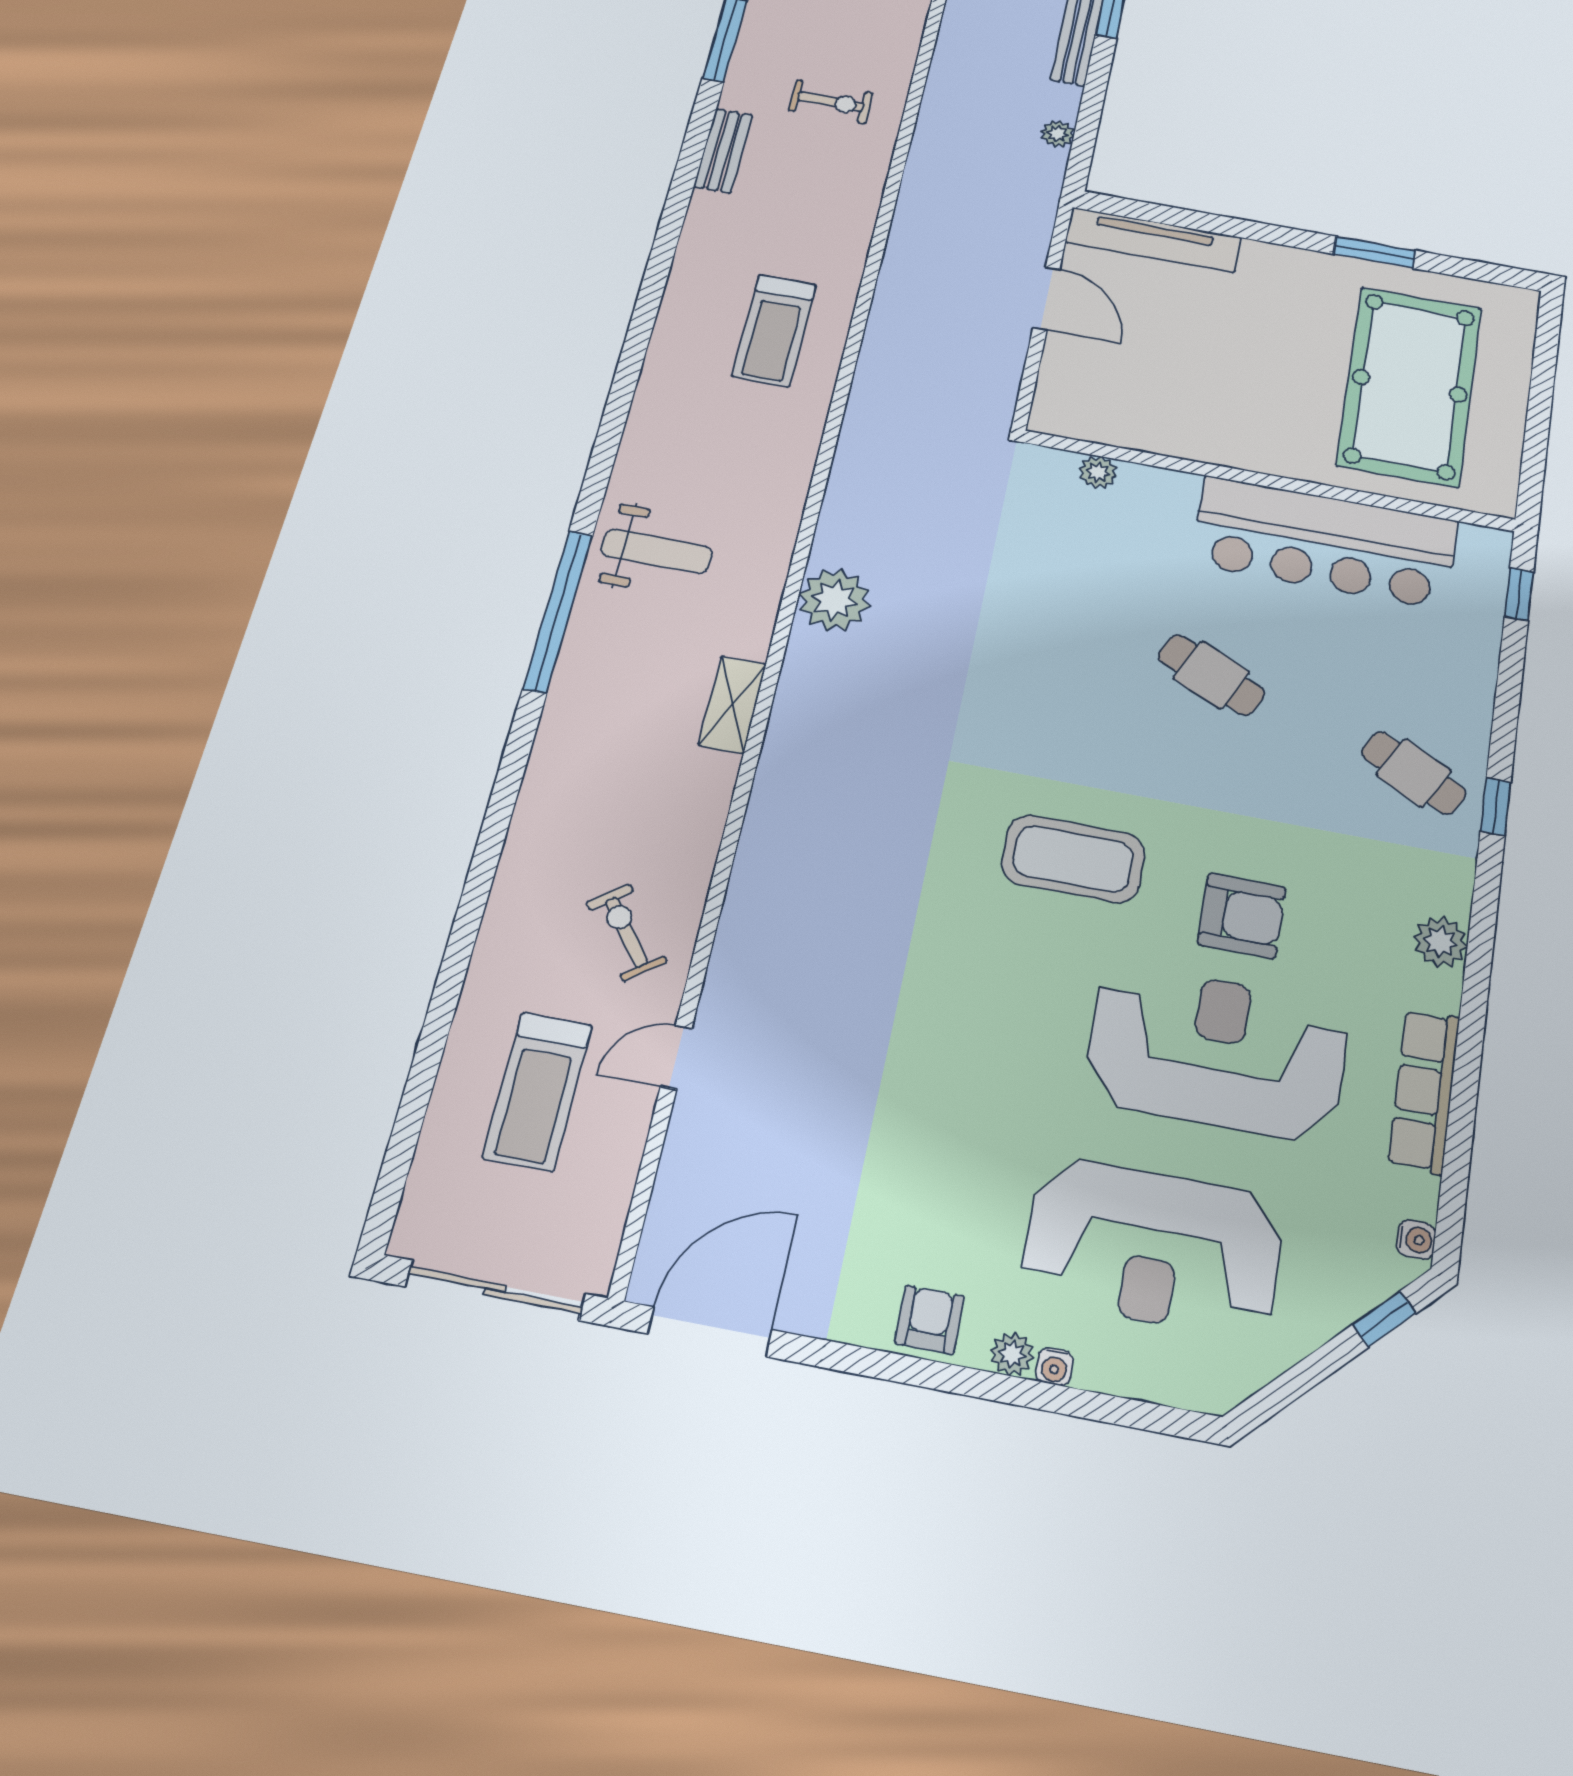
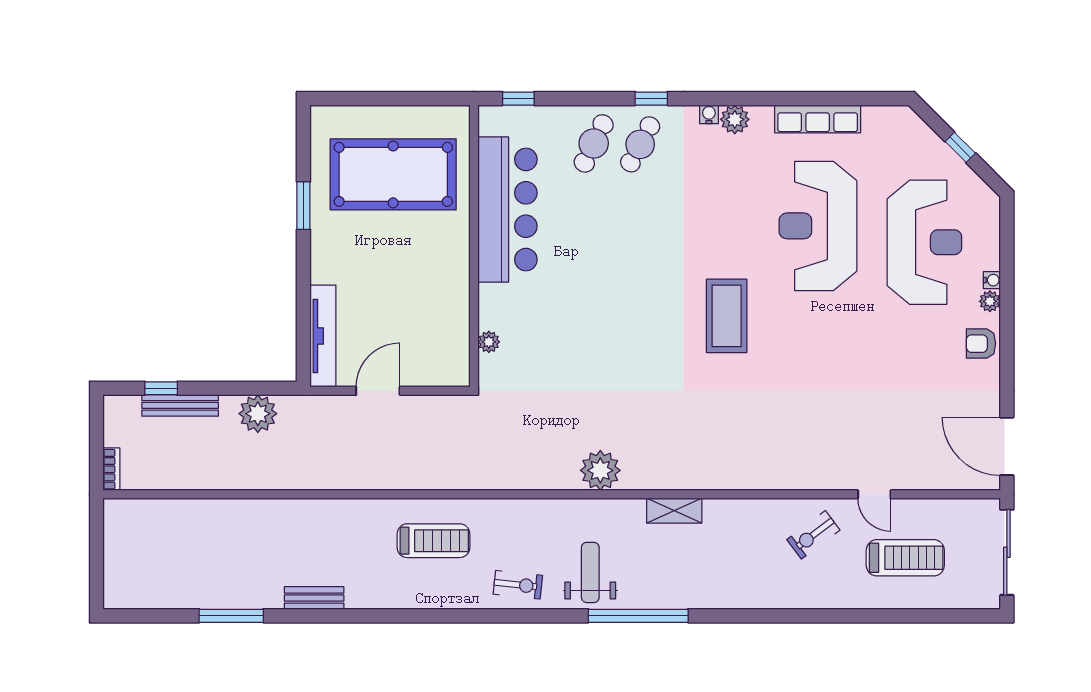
exercise bike: (831, 102) -> (518, 585), moved, turned 96
plant: (1058, 134) -> (258, 414), width x1.88, depth x1.88
cafe table: (1211, 675) -> (594, 143), moved
armchair: (1242, 916) -> (741, 224), removed
water cooler: (1416, 1240) -> (709, 114), moved
window: (1384, 1319) -> (960, 147), moved

